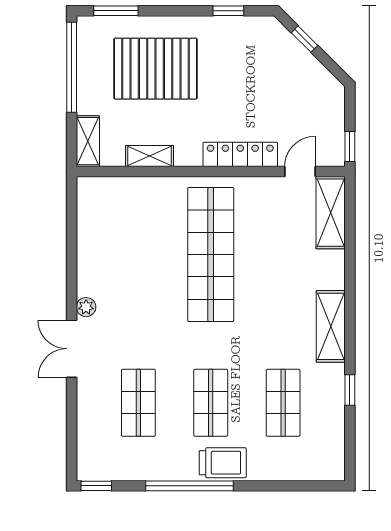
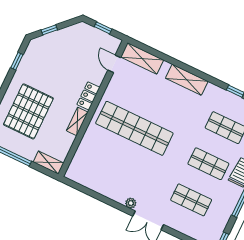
window: (350, 146) -> (103, 28), moved
locker: (240, 154) -> (88, 96), width x0.66
shelving: (149, 156) -> (77, 121), moved
shelving: (331, 326) -> (187, 80), moved

